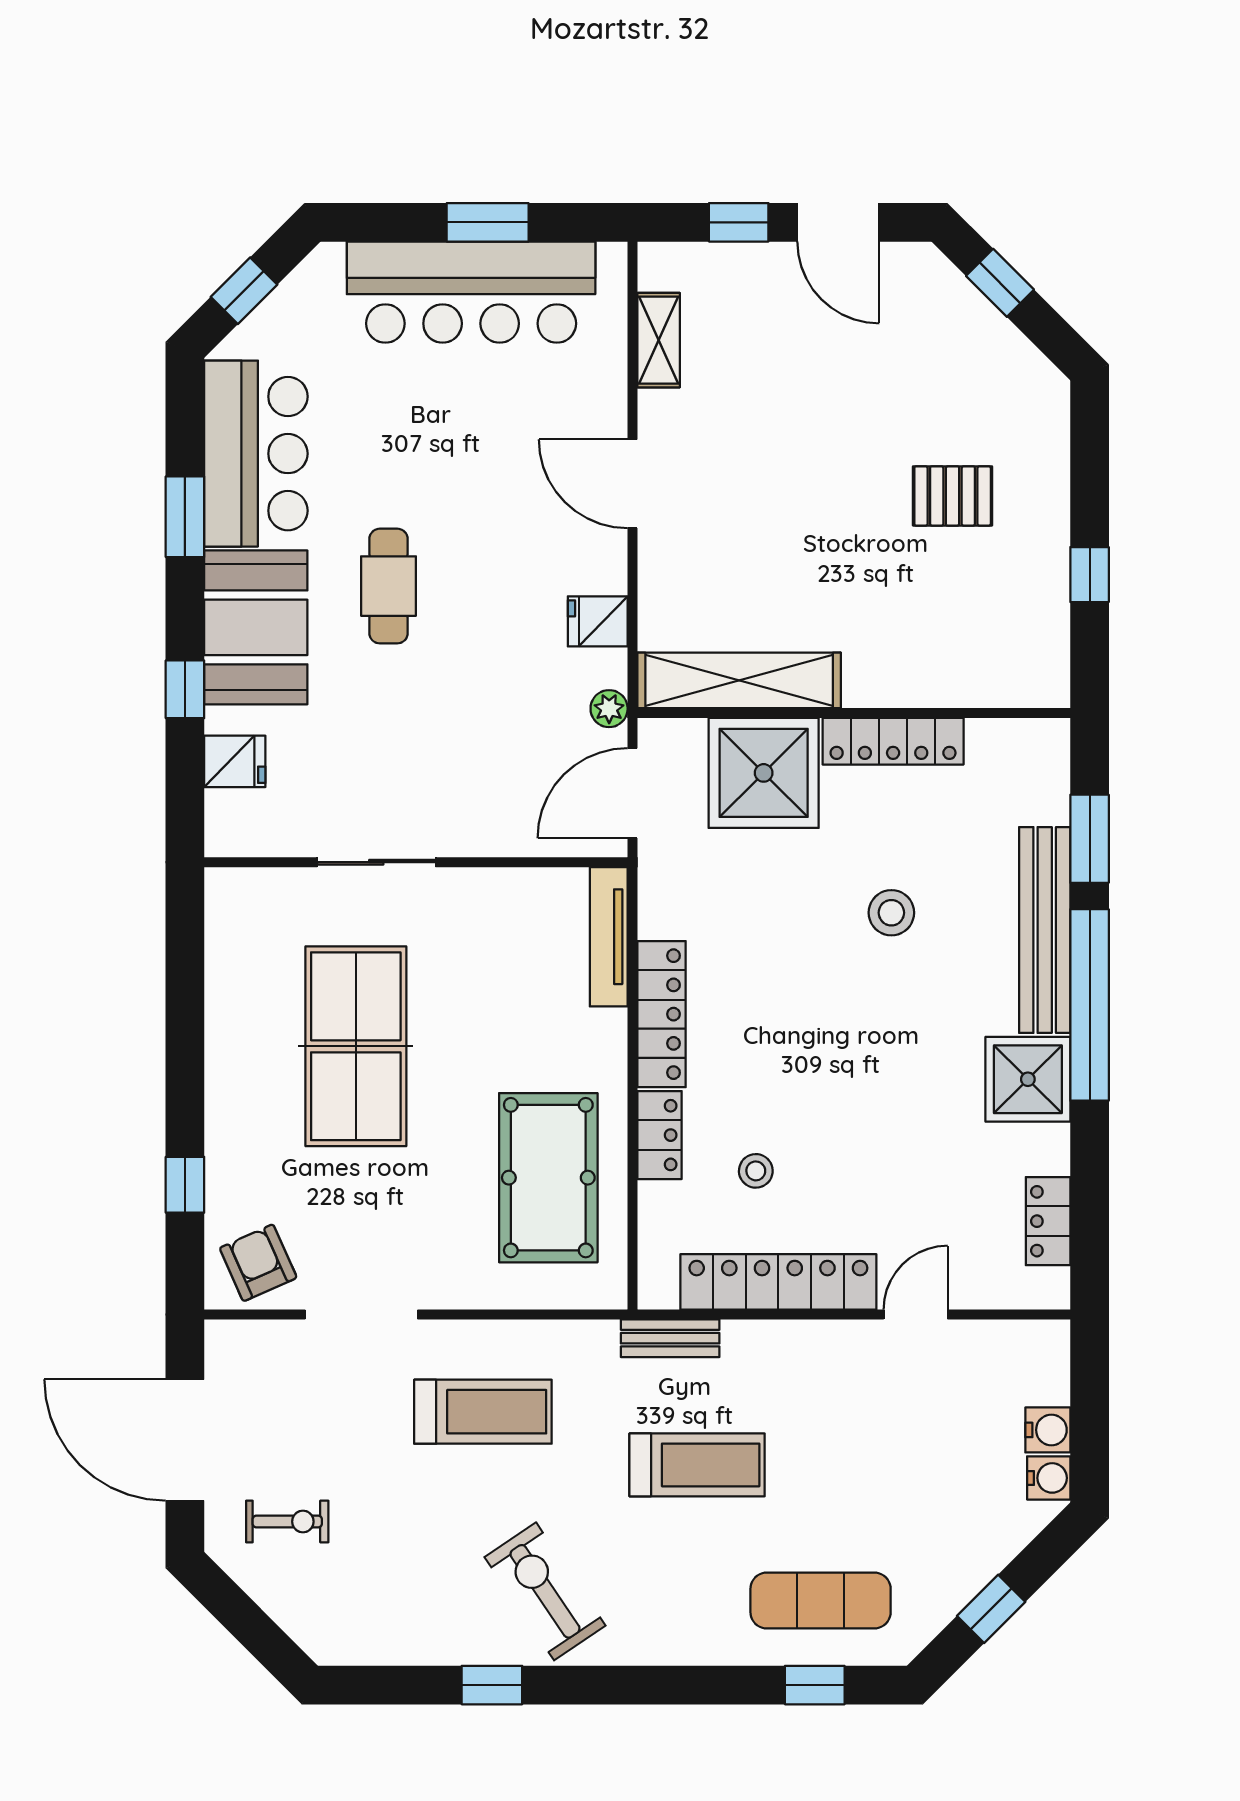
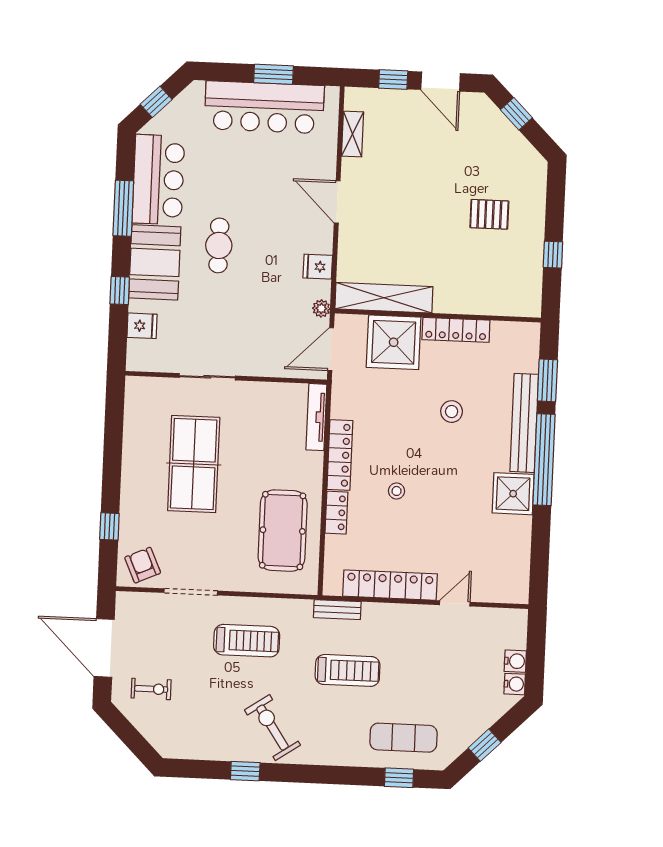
window: (185, 517) -> (123, 208), width x1.44
stool: (756, 1171) -> (397, 491), moved
locker: (1048, 1221) -> (520, 562), removed

